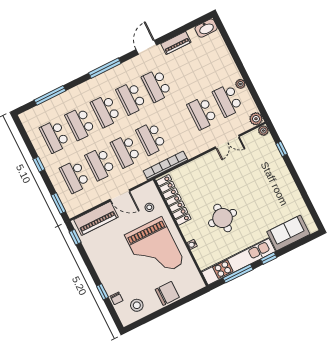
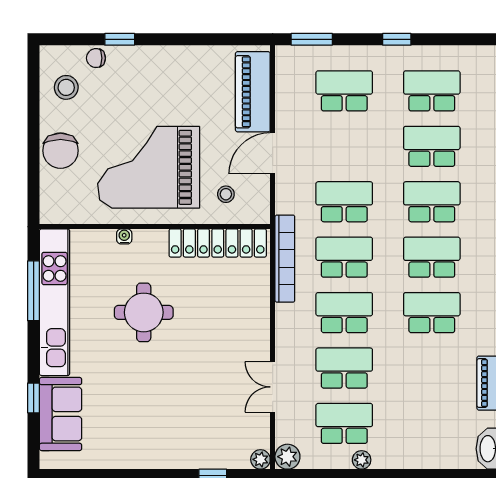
school desk: (100, 164) -> (344, 313), moved
window: (75, 237) -> (238, 39), removed
window: (269, 258) -> (34, 398), moved

